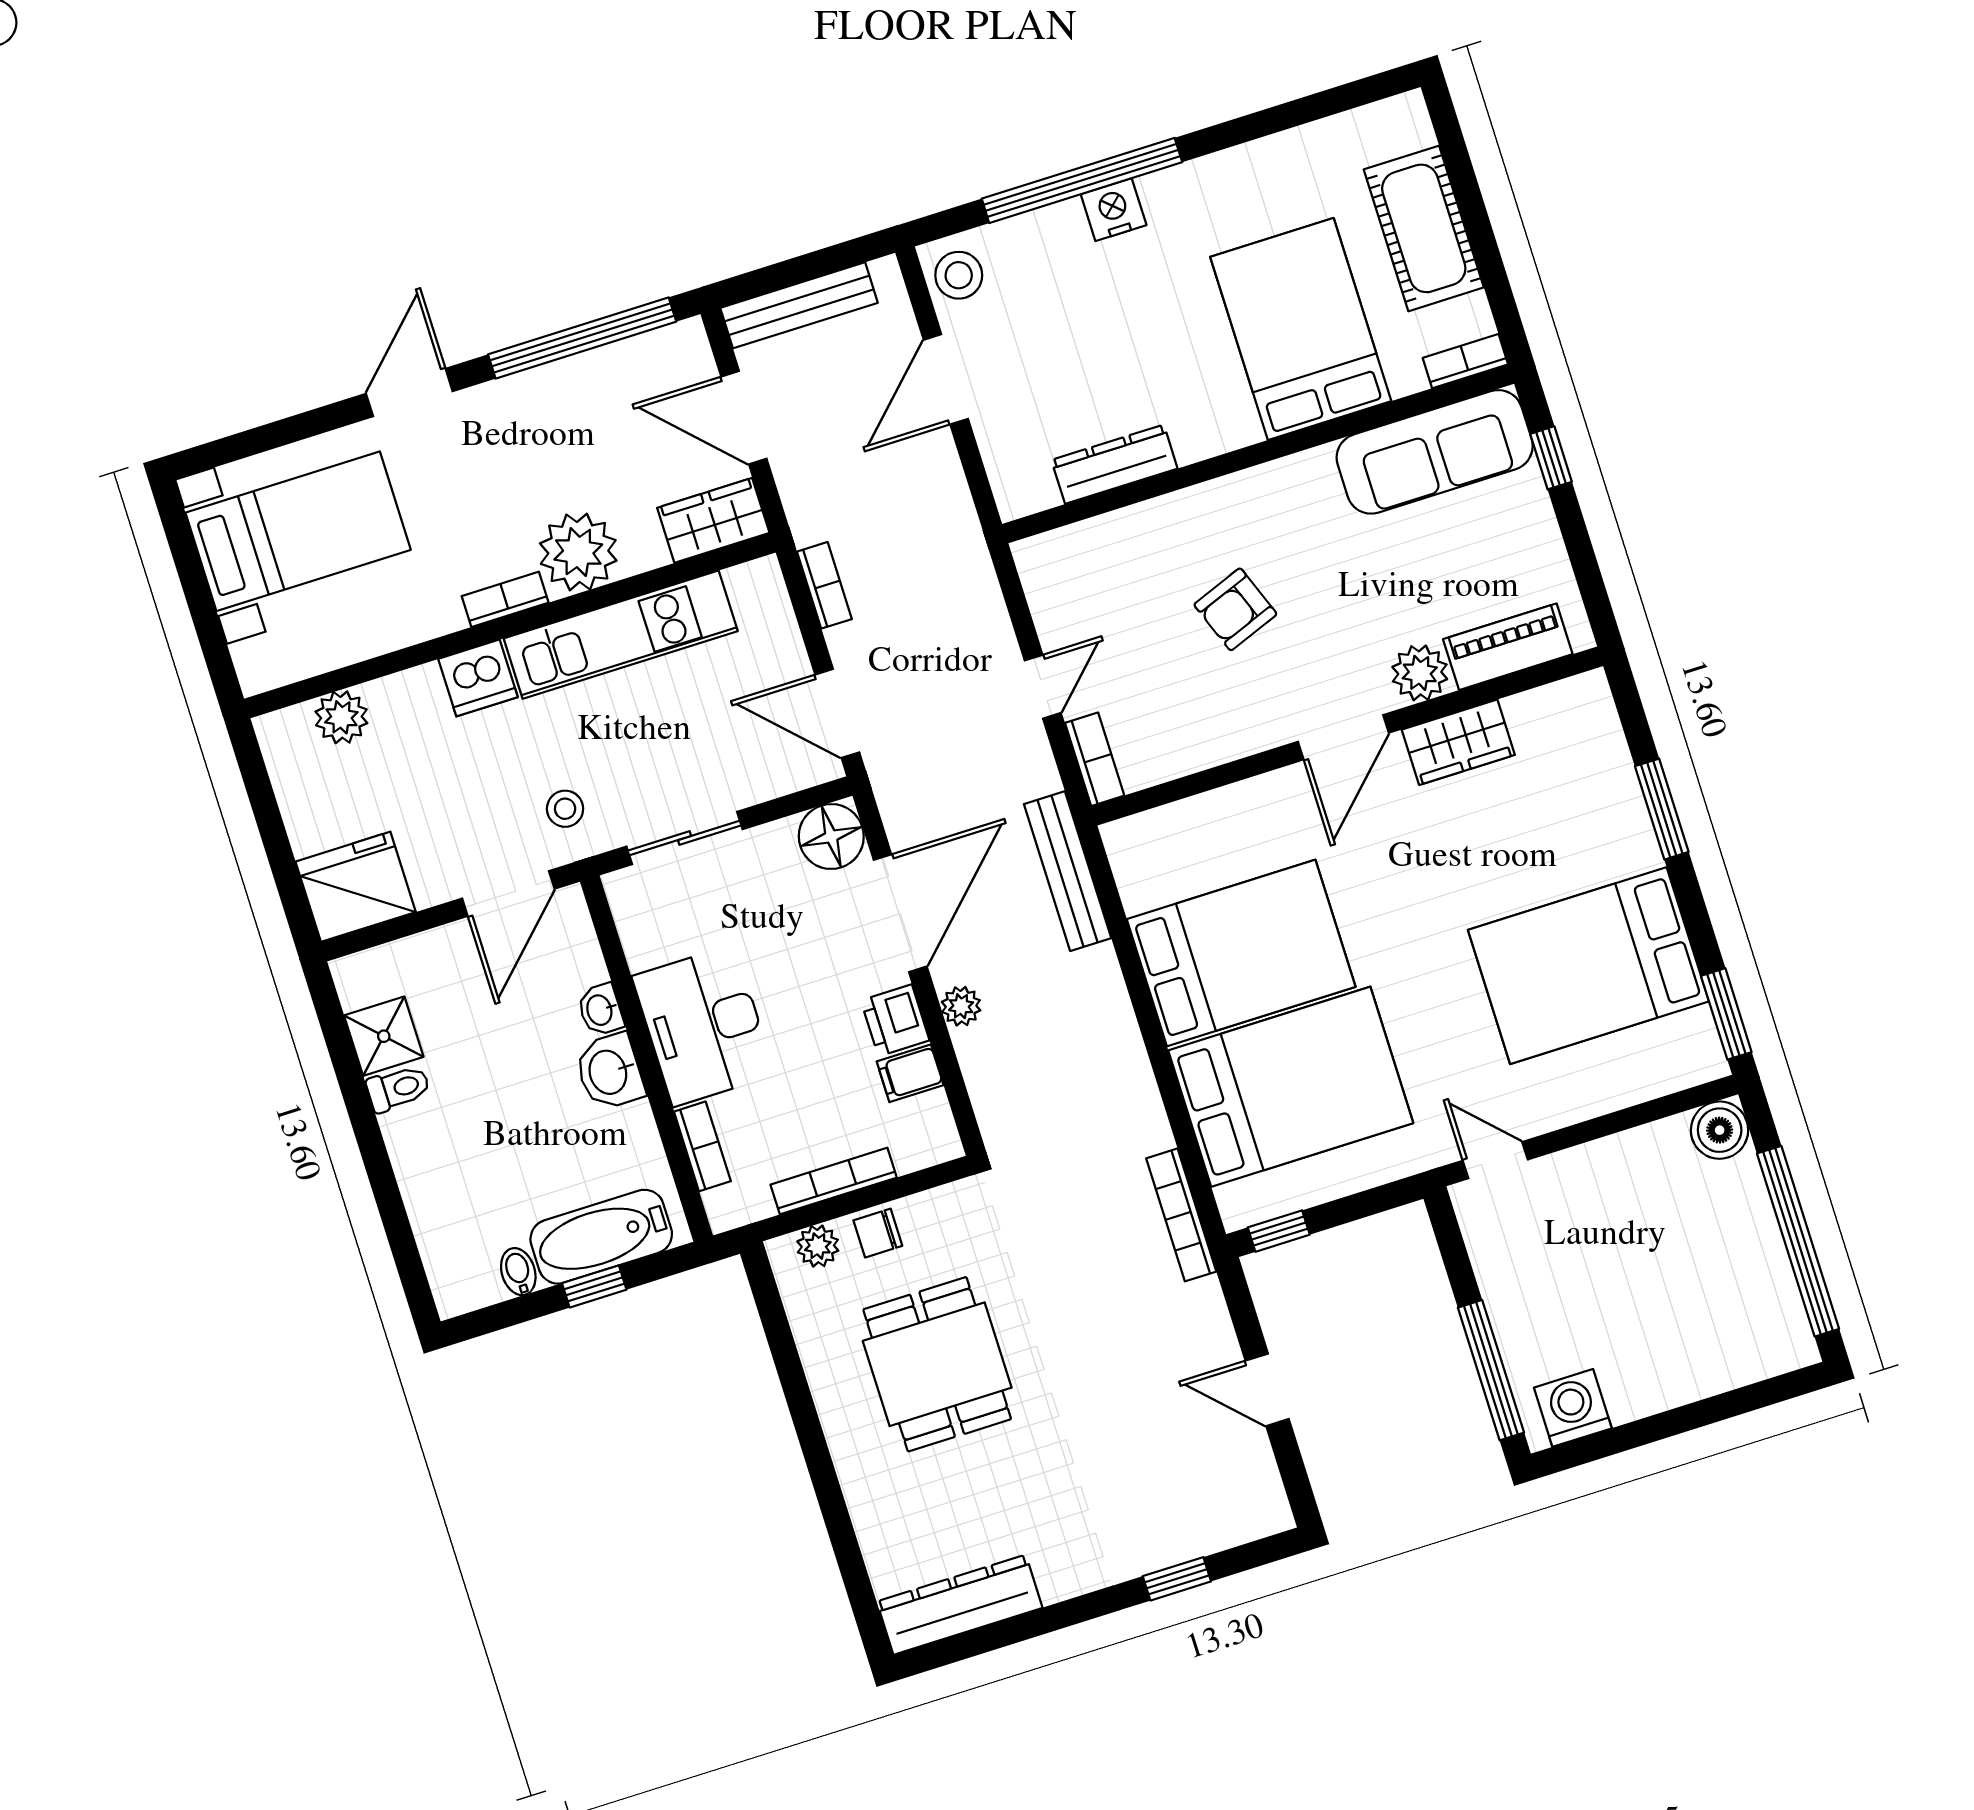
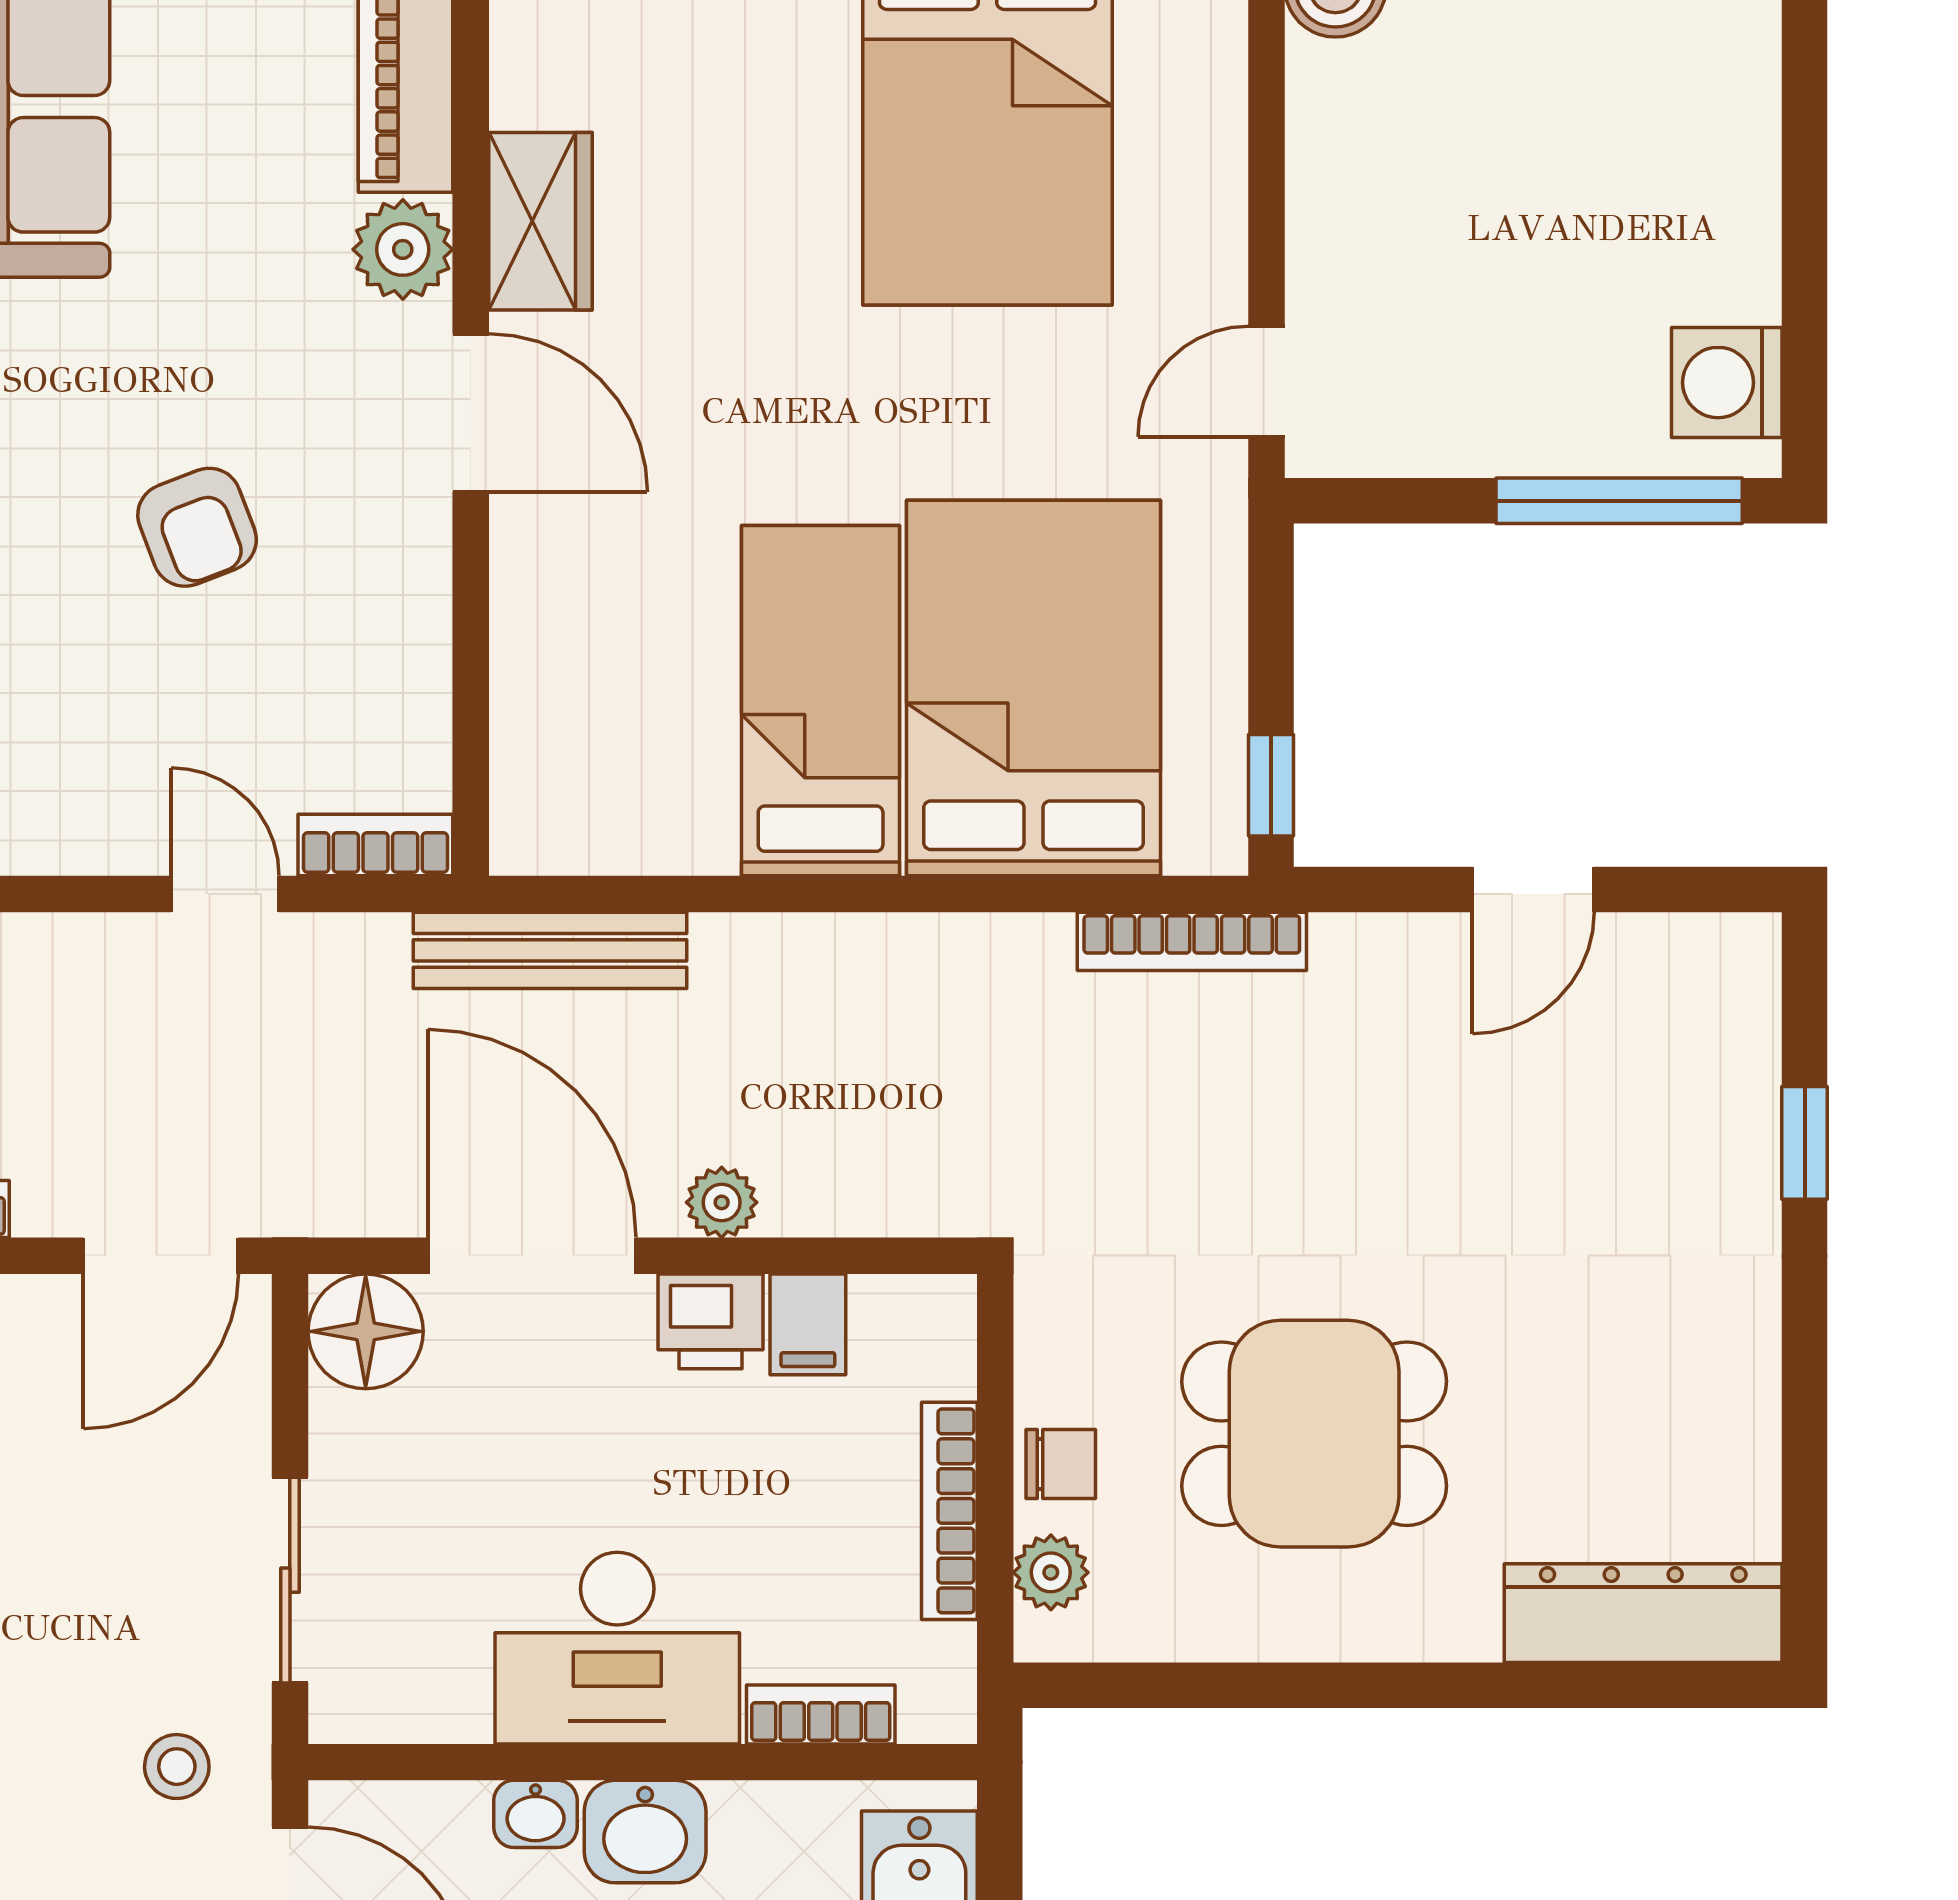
bed: (1241, 953) -> (821, 701), width x0.67
chair: (878, 1233) -> (1061, 1464), turned -90
dresser: (960, 1605) -> (1643, 1613), moved, turned 90

